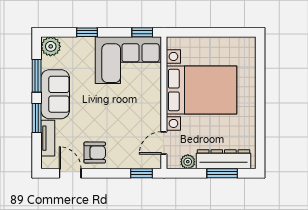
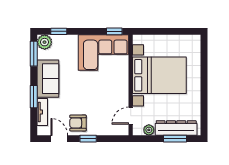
window: (87, 32) -> (59, 31), moved
window: (37, 76) -> (34, 54), moved
armchair: (95, 153) -> (78, 123), turned 180
window: (142, 173) -> (88, 139), moved

